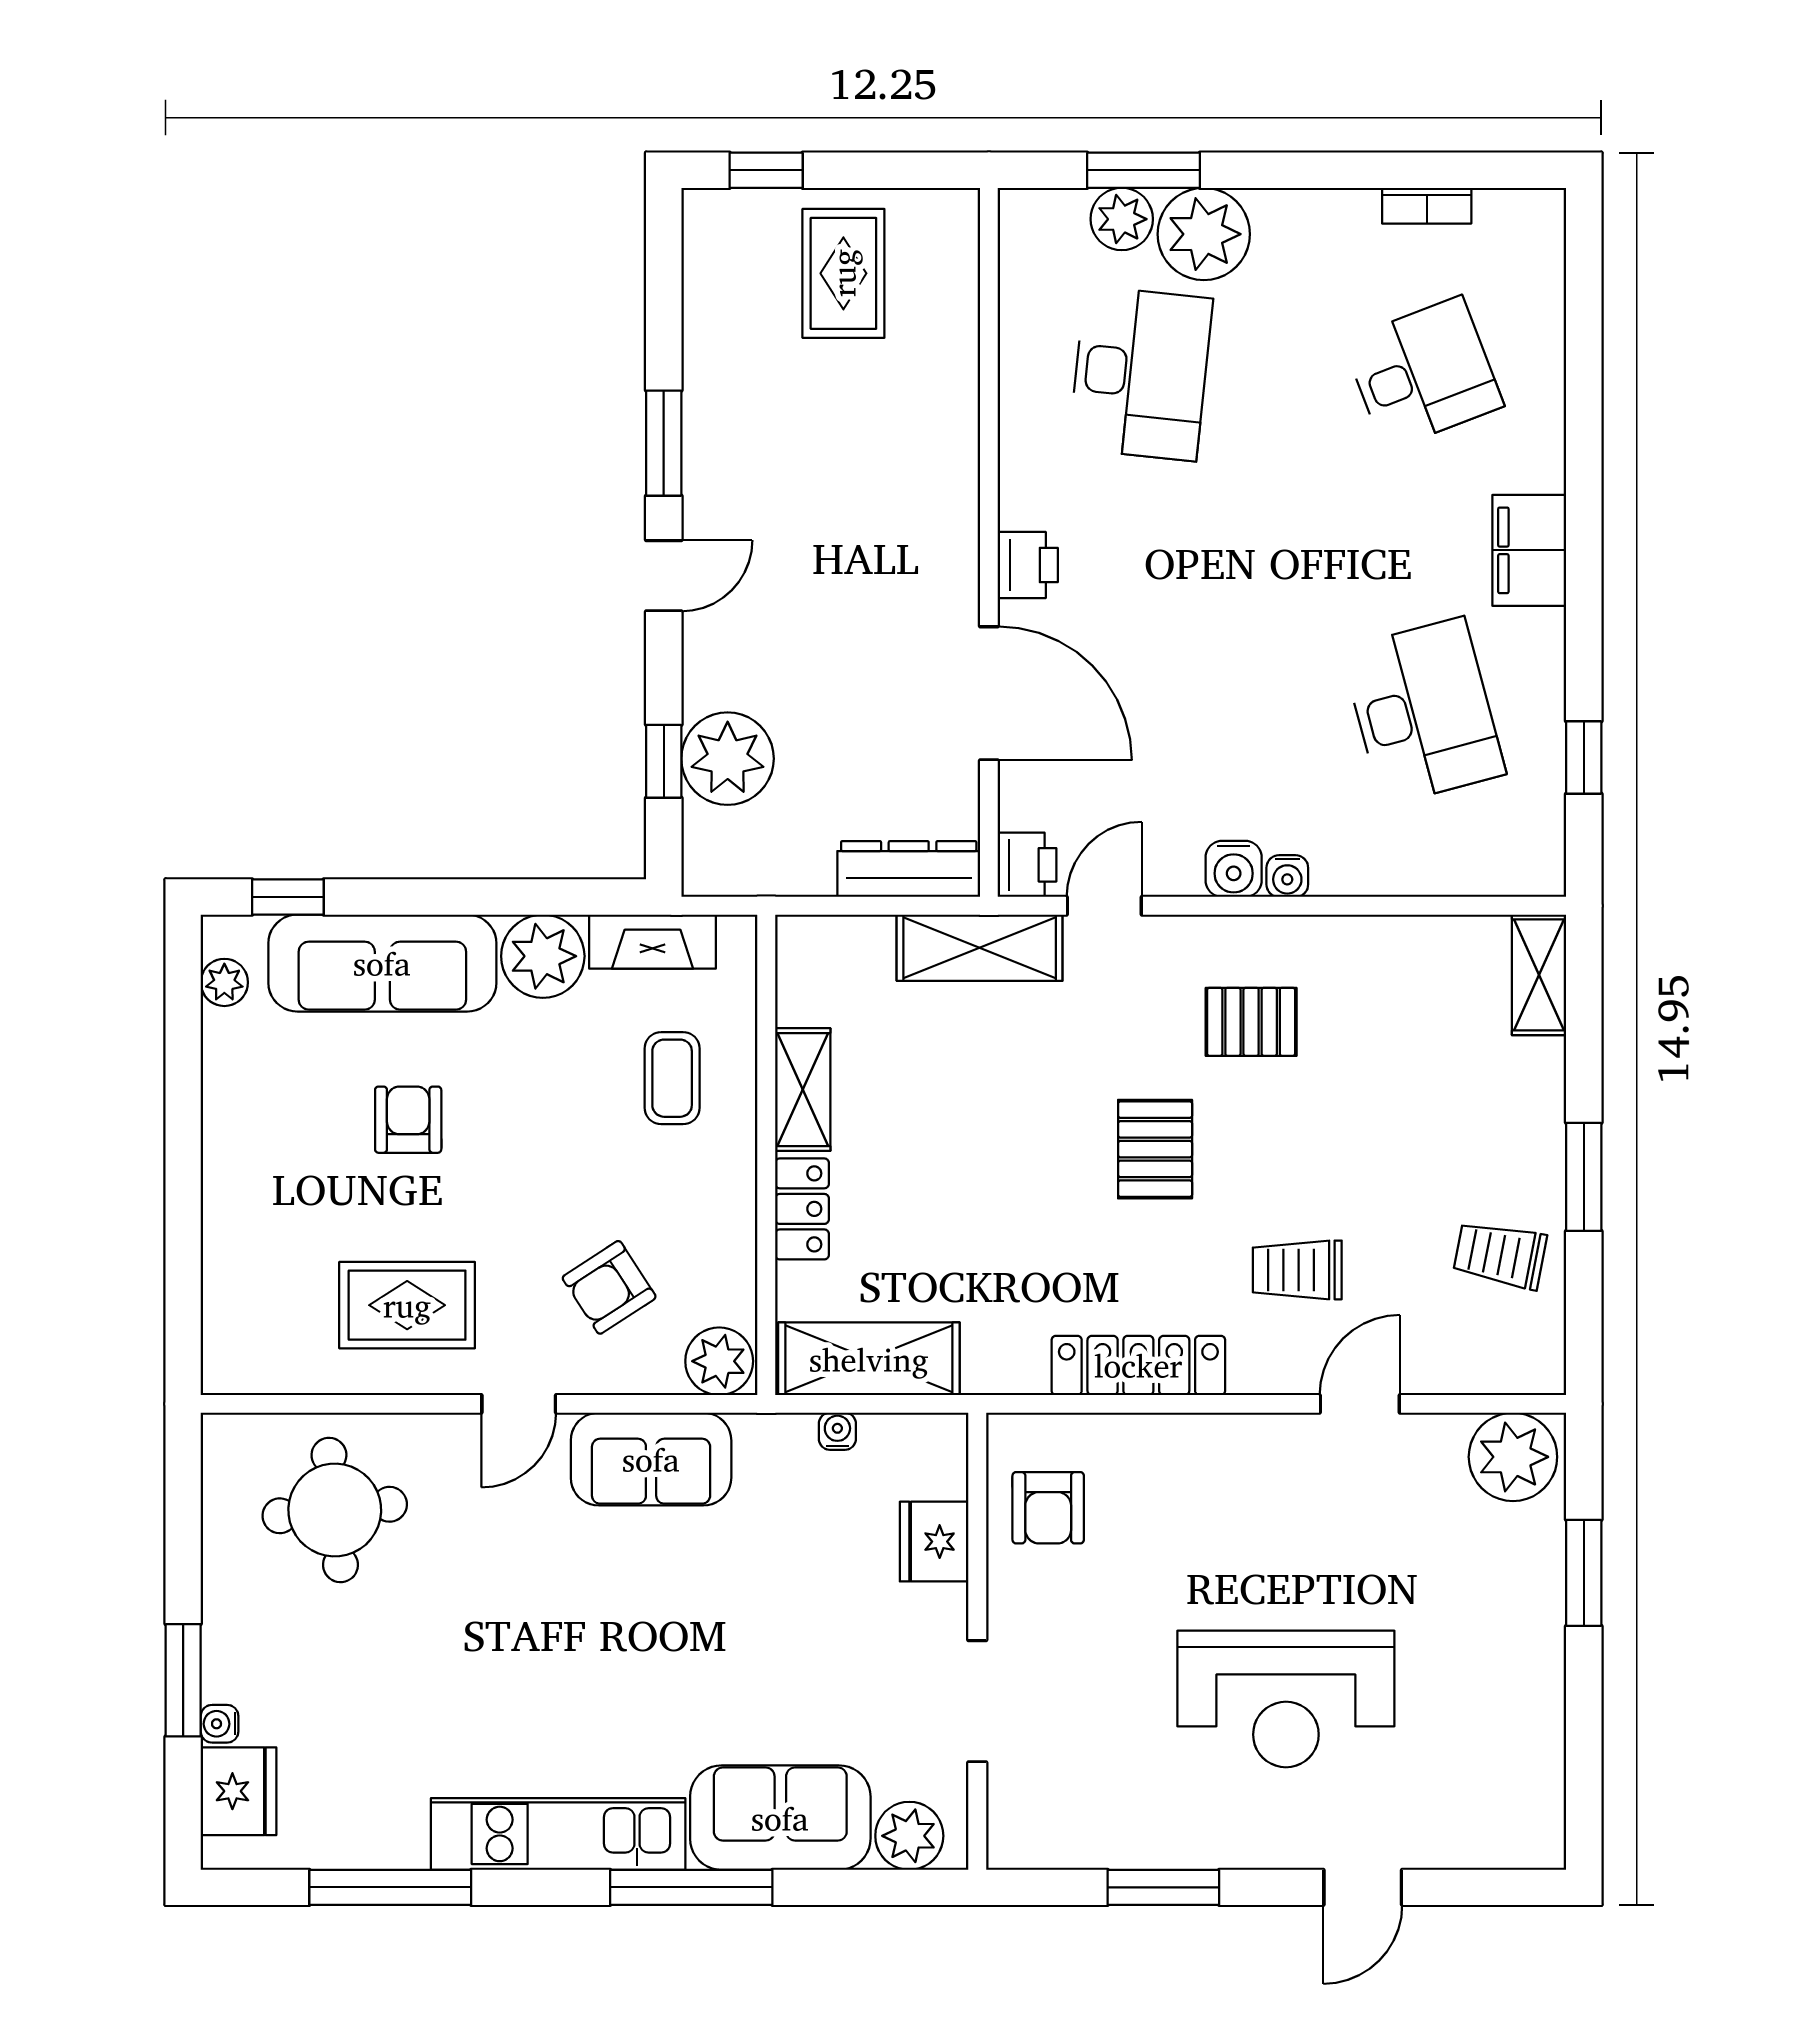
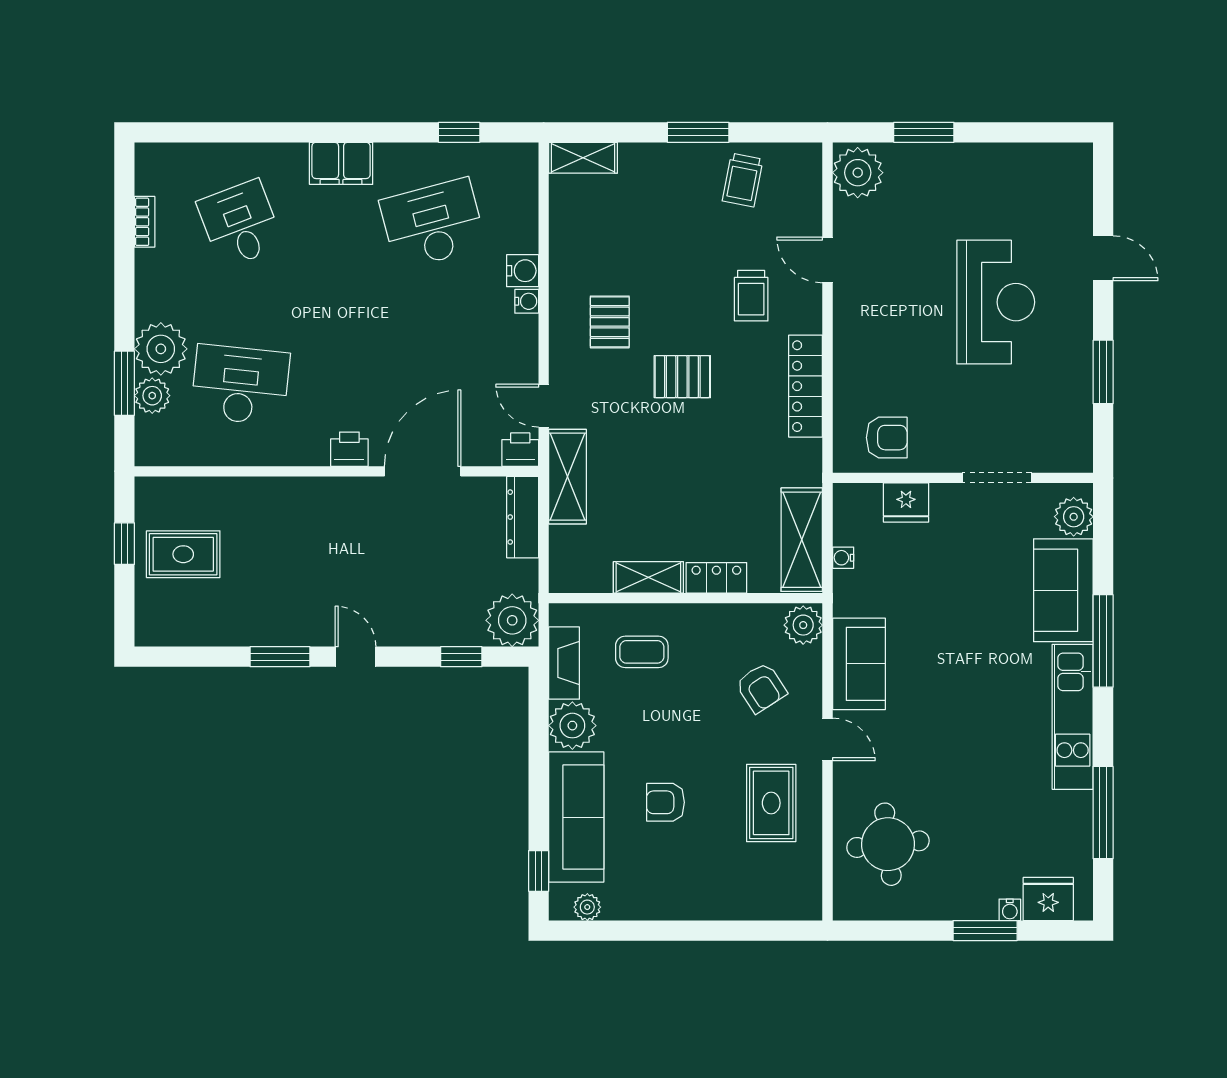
window: (766, 170) -> (124, 544), moved
plant: (728, 759) -> (512, 620), moved
water cooler: (1234, 869) -> (523, 271), moved

